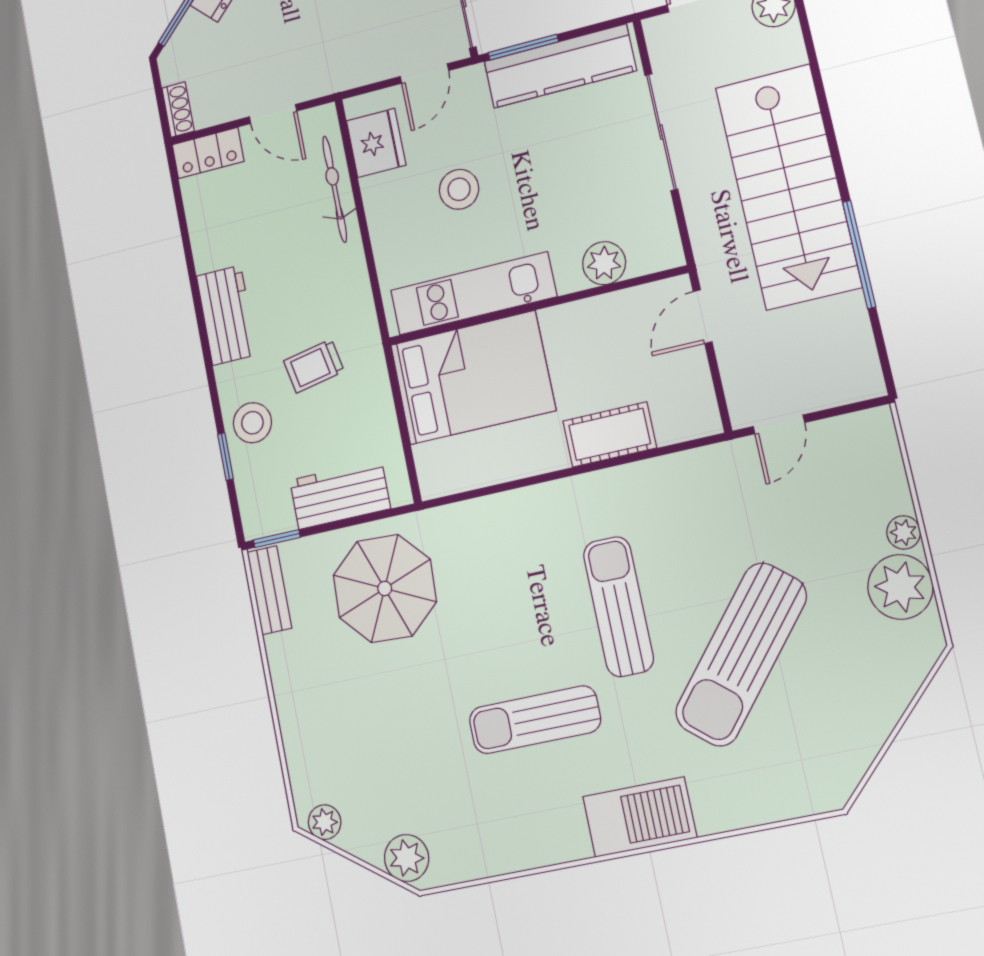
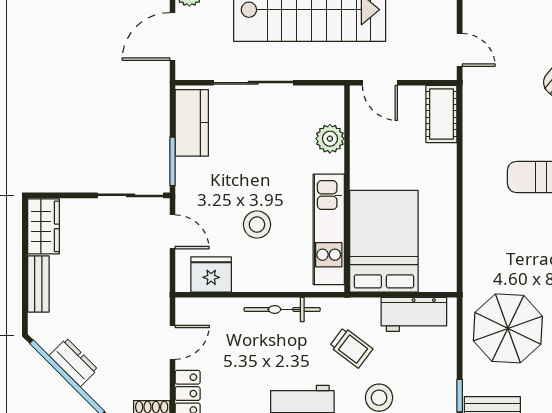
kitchen counter: (560, 66) -> (192, 123), width x0.67
bicycle: (335, 189) -> (282, 309), moved
trolley: (314, 366) -> (351, 348), turned -42
cot: (610, 434) -> (441, 114), moved
workbench: (340, 494) -> (414, 314), moved, turned -90

